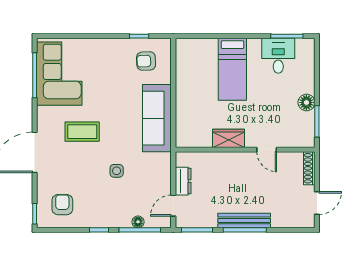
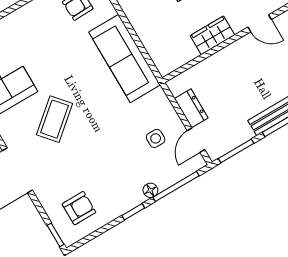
coffee table: (82, 132) -> (54, 119), turned -40
side table: (117, 171) -> (156, 138), moved
armchair: (62, 205) -> (79, 208), turned 90
floor lamp: (138, 222) -> (150, 190), moved

